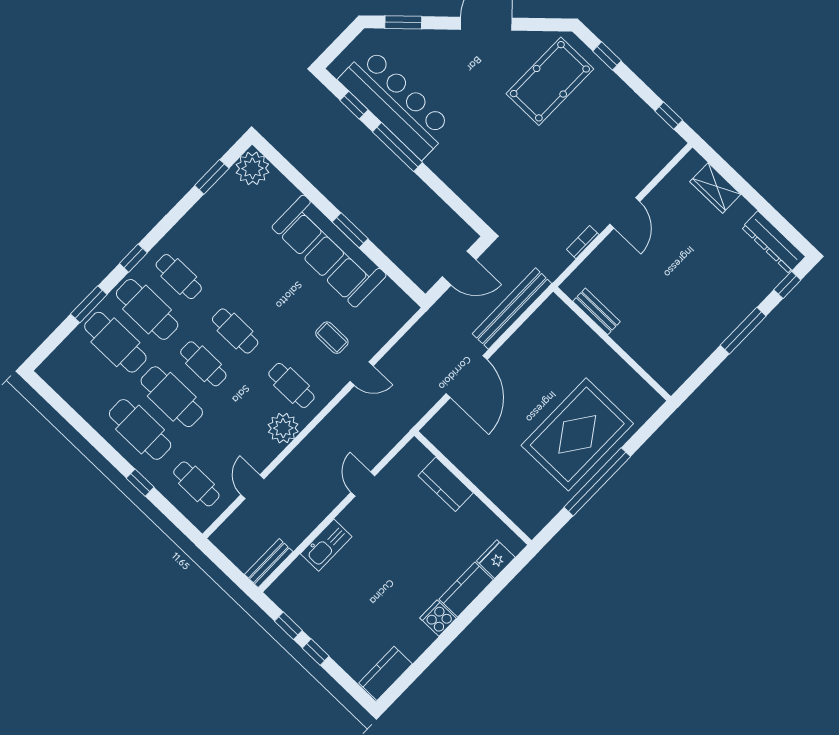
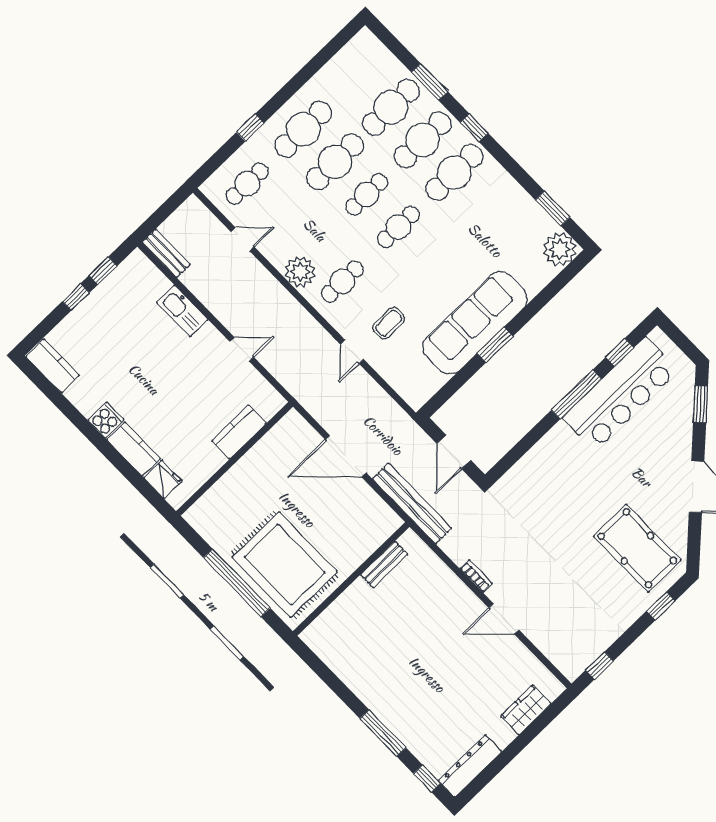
cafe table: (179, 277) -> (454, 172), width x1.37, depth x1.35
bench: (596, 311) -> (384, 564), moved
wall: (612, 344) -> (351, 579), moved

